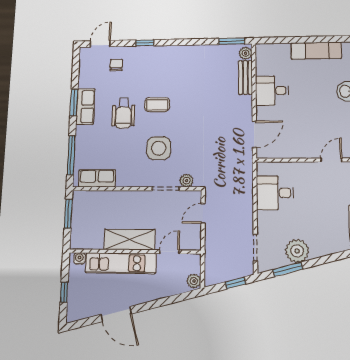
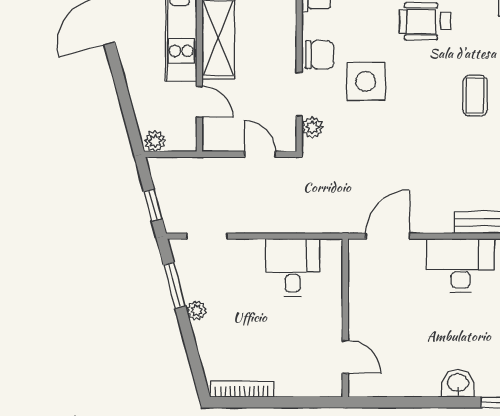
desk: (272, 91) -> (460, 265), width x1.37
coffee table: (157, 105) -> (475, 96), moved
door: (254, 134) -> (388, 236), swing flipped
chair: (142, 176) -> (320, 55), added
plant: (297, 251) -> (197, 310), width x0.53, depth x0.53

